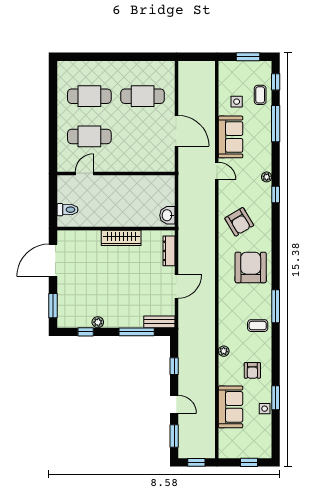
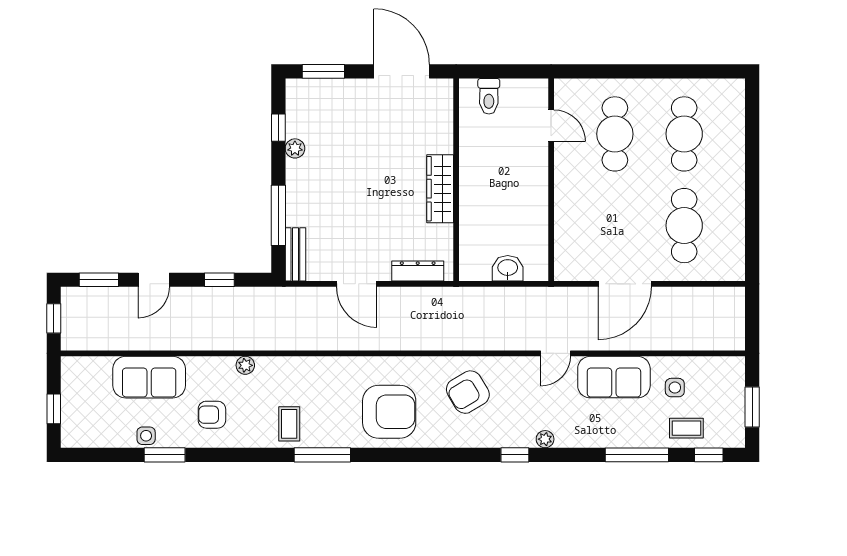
washbasin: (167, 215) -> (508, 268), moved

